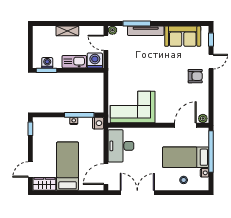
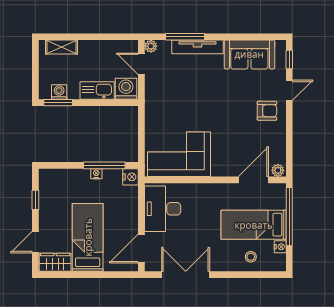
shelving: (67, 31) -> (61, 47), moved
window: (30, 129) -> (35, 200), moved

